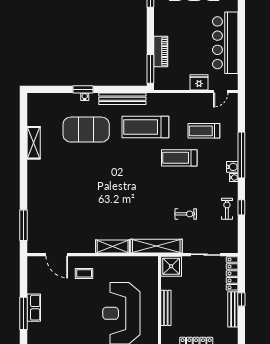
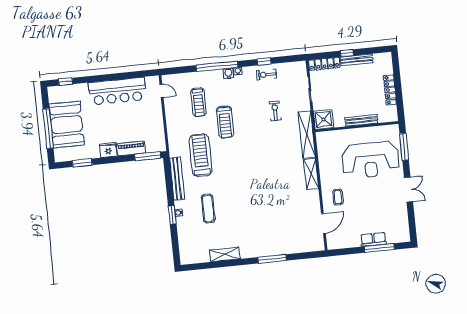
fridge: (199, 82) -> (108, 150), moved, turned 90
treadmill: (145, 127) -> (201, 155), turned 180
exercise mat: (86, 130) -> (208, 208), width x0.50, depth x0.69
window: (23, 225) -> (272, 259), moved

